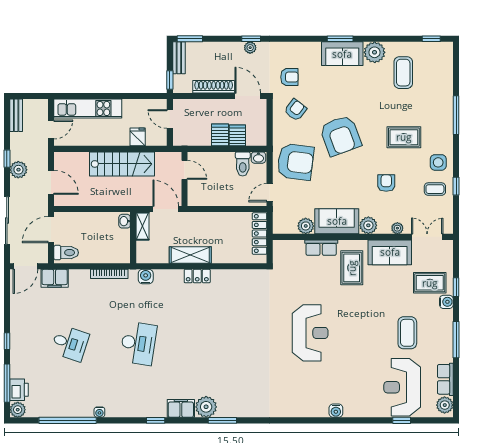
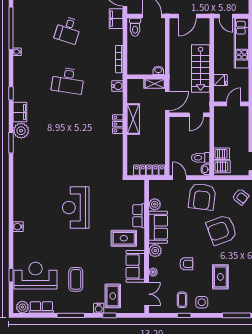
server rack: (220, 135) -> (222, 167), moved
reception desk: (310, 333) -> (76, 208), turned 90
coffee table: (407, 333) -> (76, 279), turned 90

